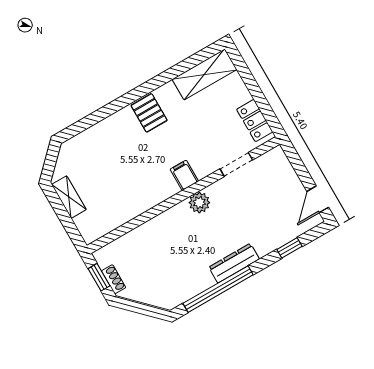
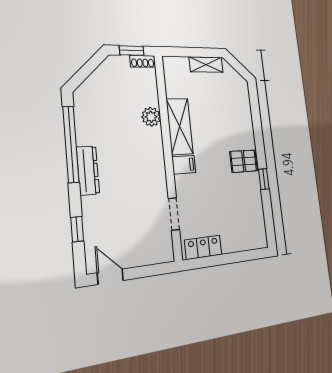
shelving: (204, 74) -> (180, 126), moved
window: (157, 82) -> (264, 179), added
plant: (199, 203) -> (151, 117), moved
shoe rack: (114, 279) -> (142, 61), moved

